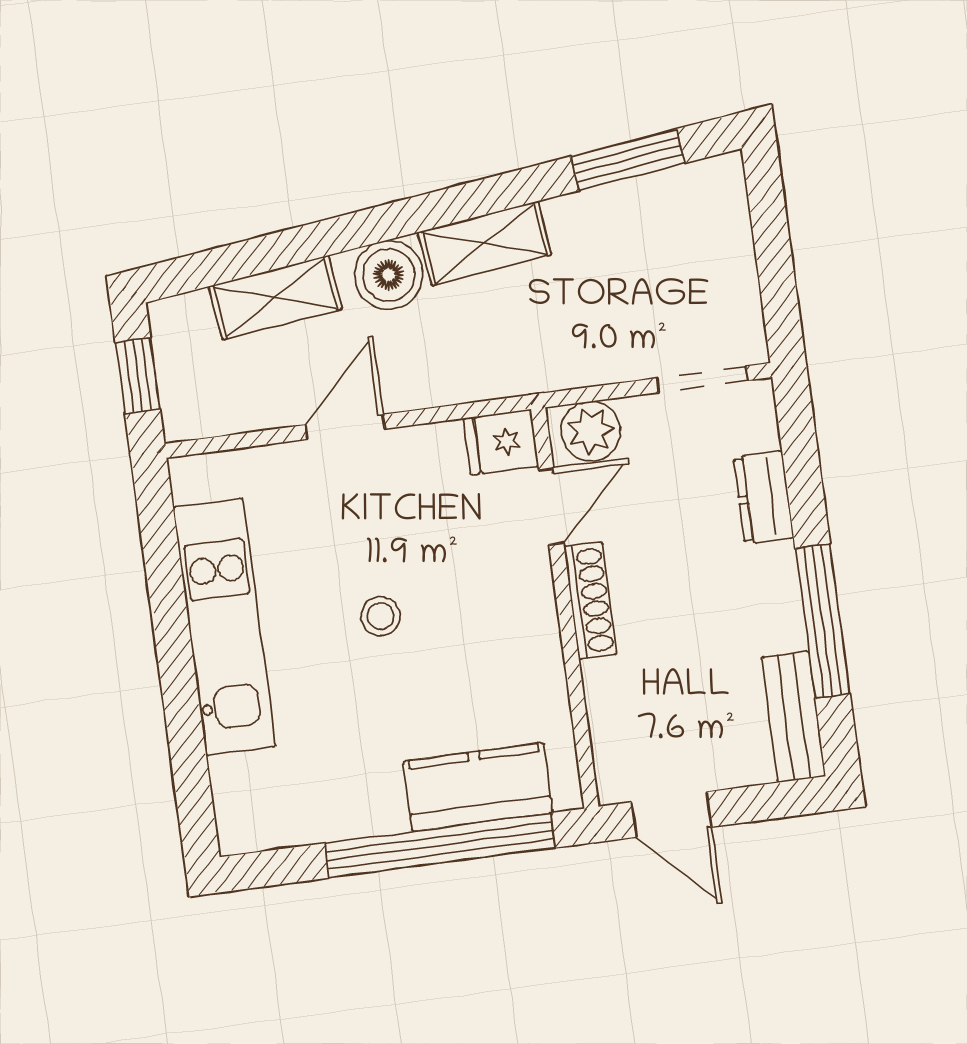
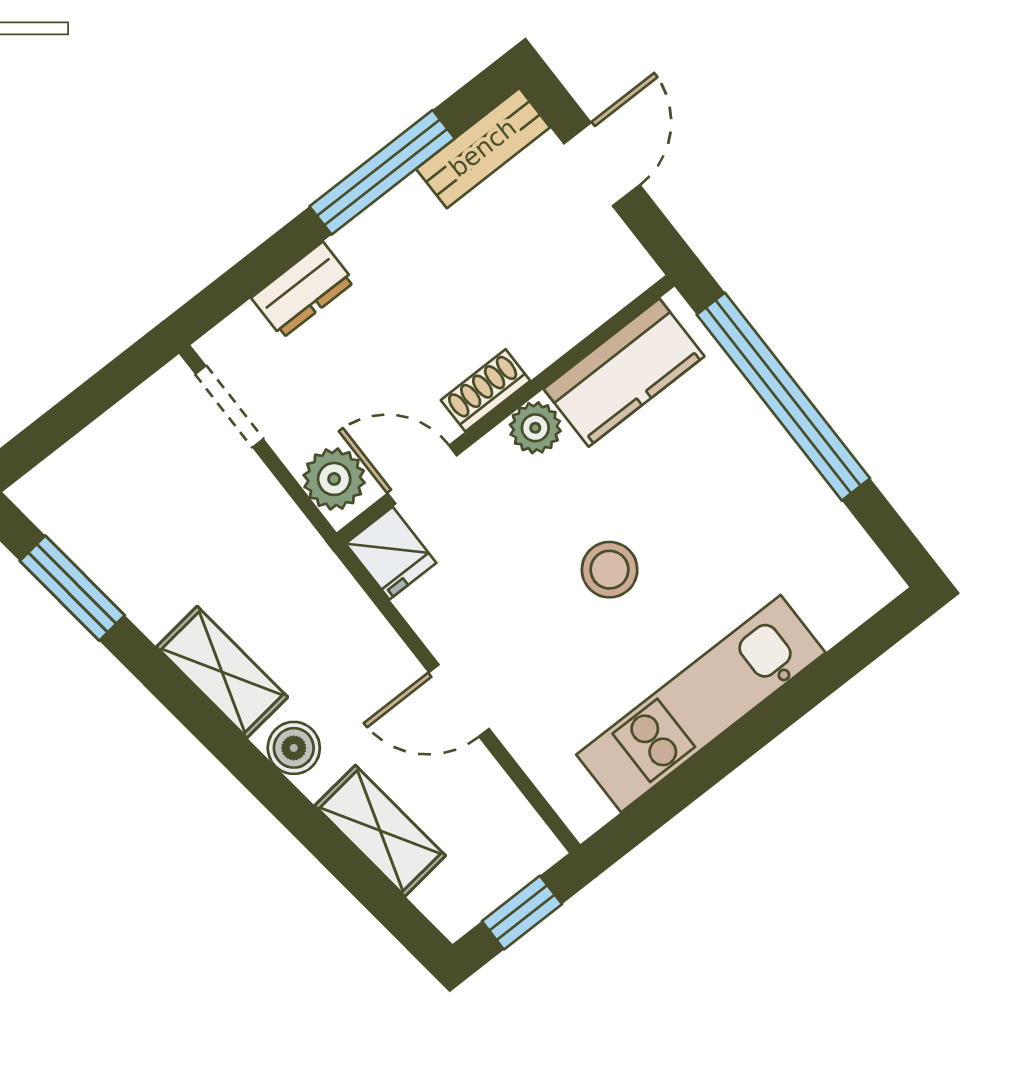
boiler: (389, 275) -> (294, 748), width x0.73, depth x0.73
shoe rack: (590, 600) -> (486, 390), width x0.70
stool: (381, 616) -> (610, 570), width x1.37, depth x1.37
plant: (535, 624) -> (535, 428), added
kitchen counter: (478, 787) -> (624, 373), moved, turned -90
door: (671, 815) -> (602, 164), moved

